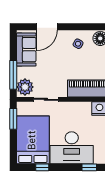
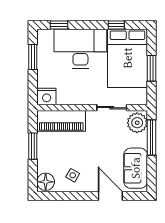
door: (47, 27) -> (110, 196), hinge flipped
window: (13, 119) -> (151, 68), moved

